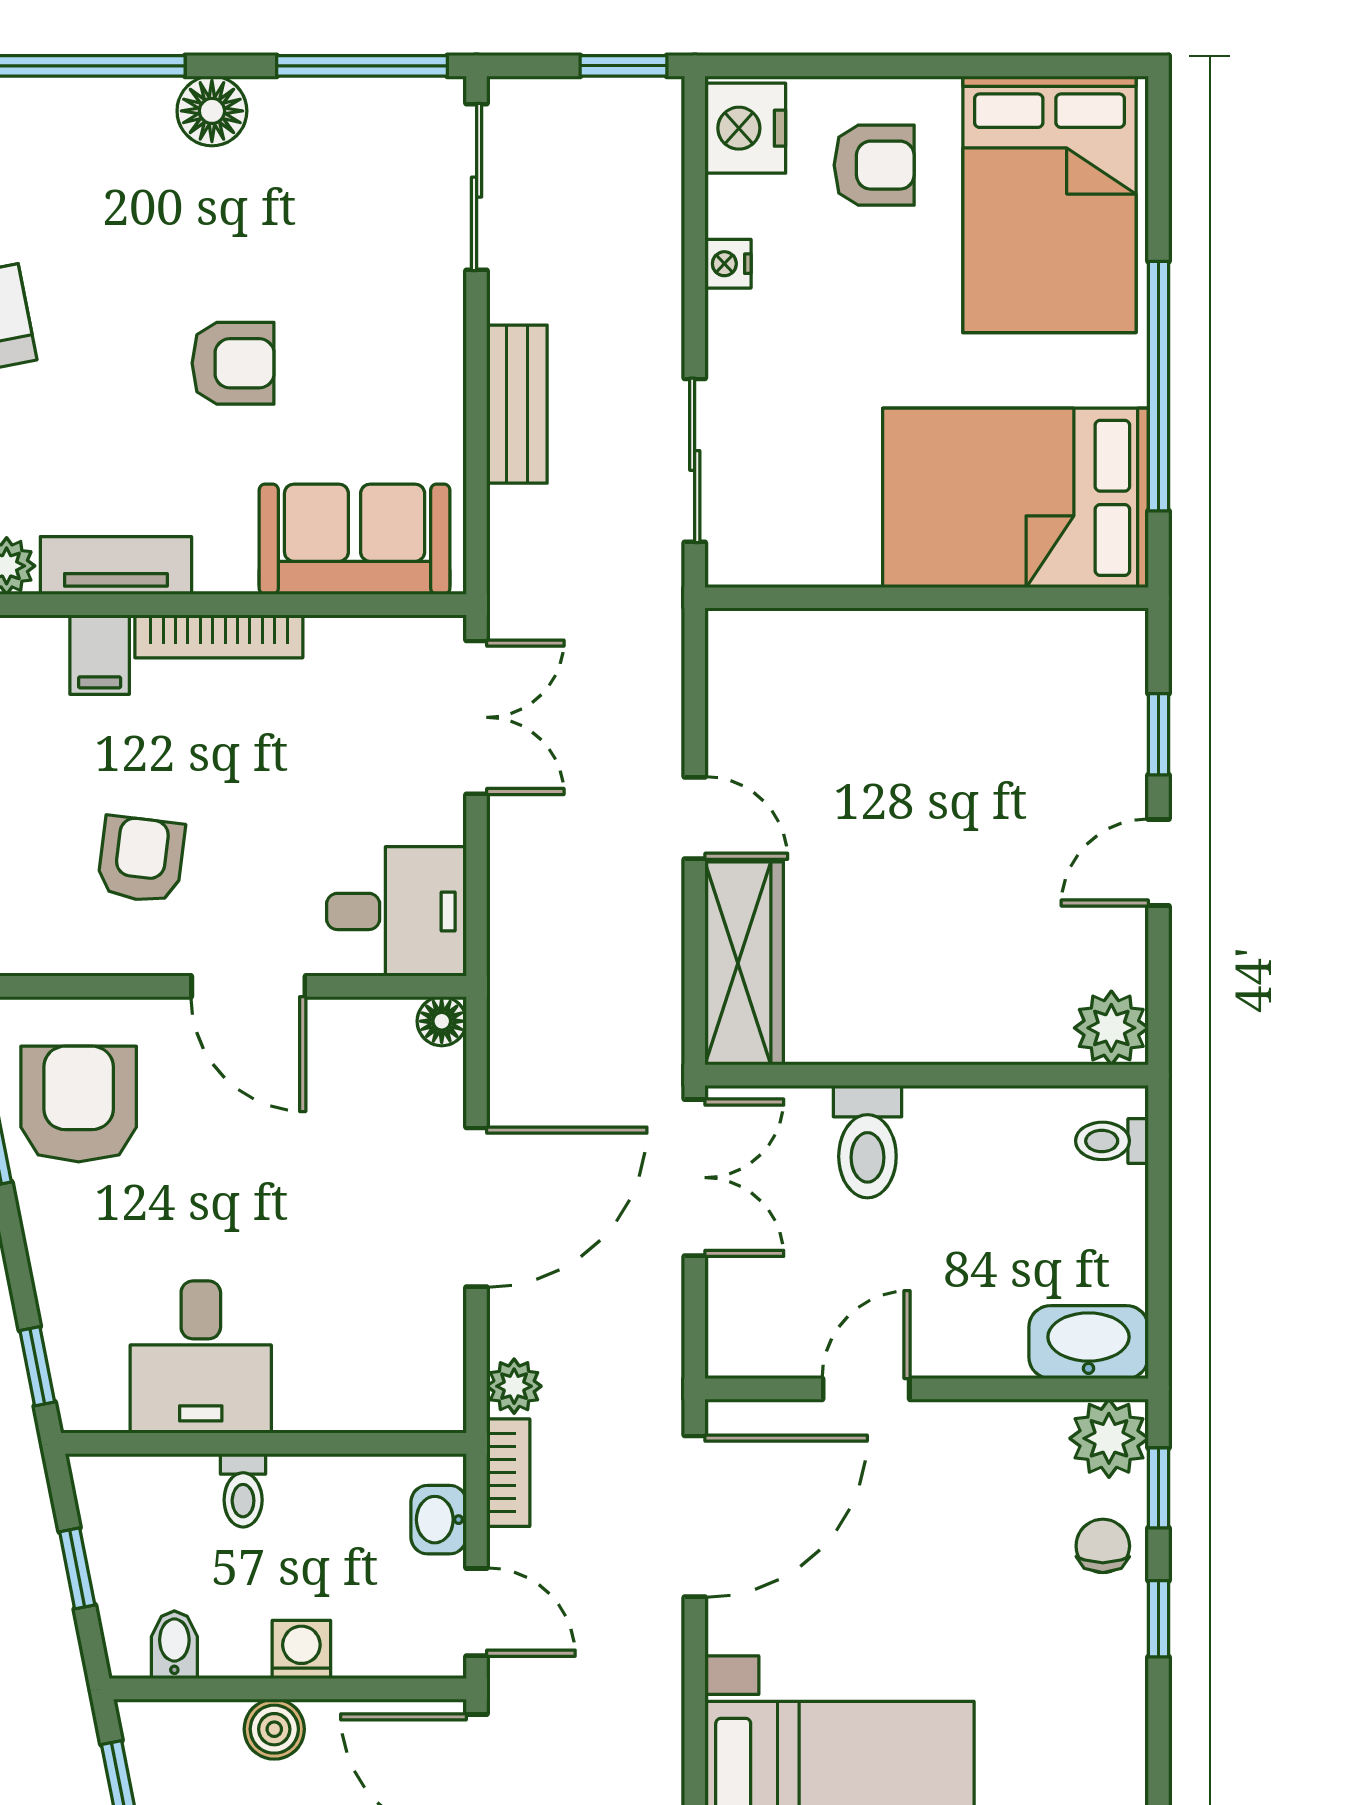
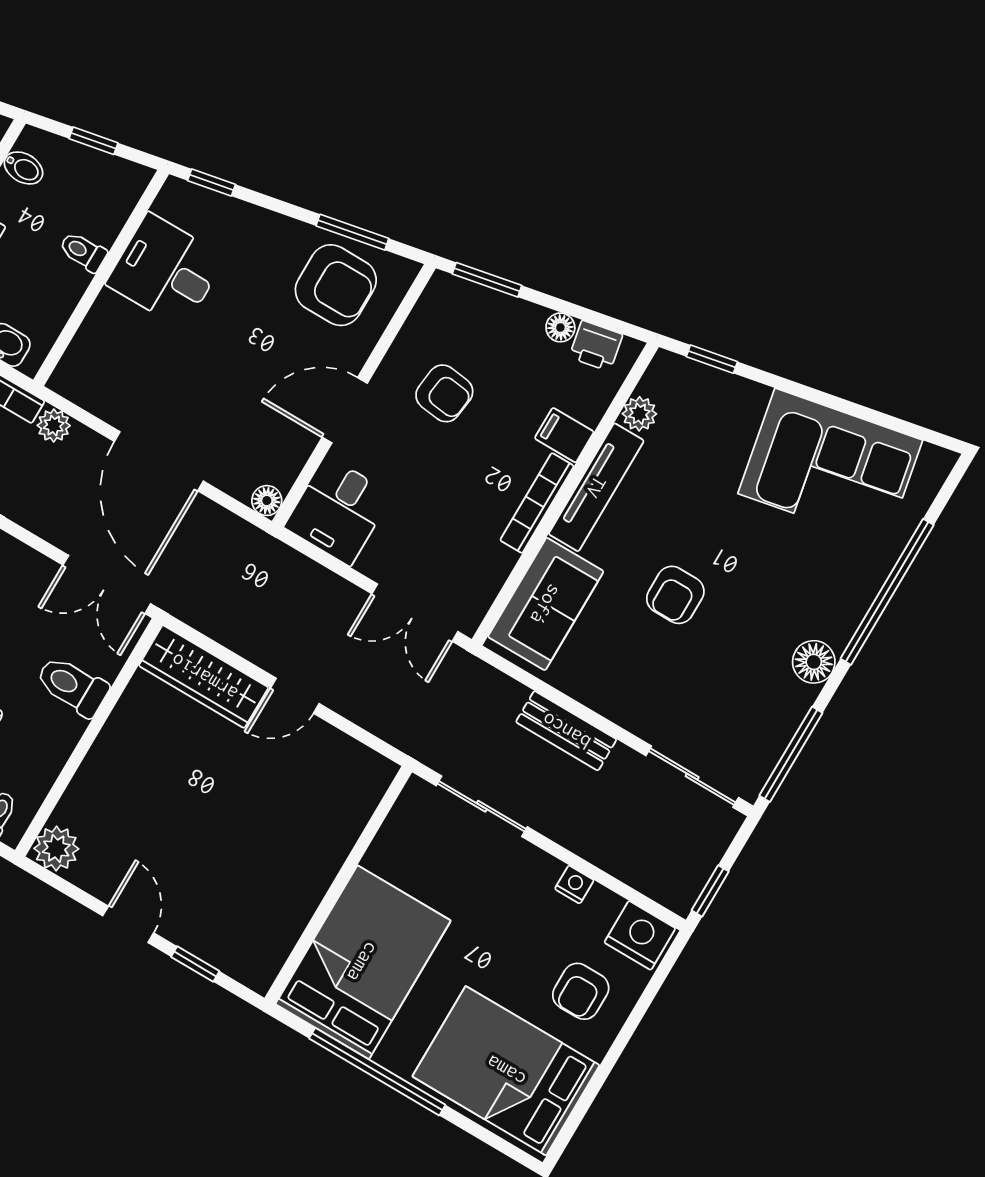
tv unit: (116, 565) -> (596, 487), width x1.41

